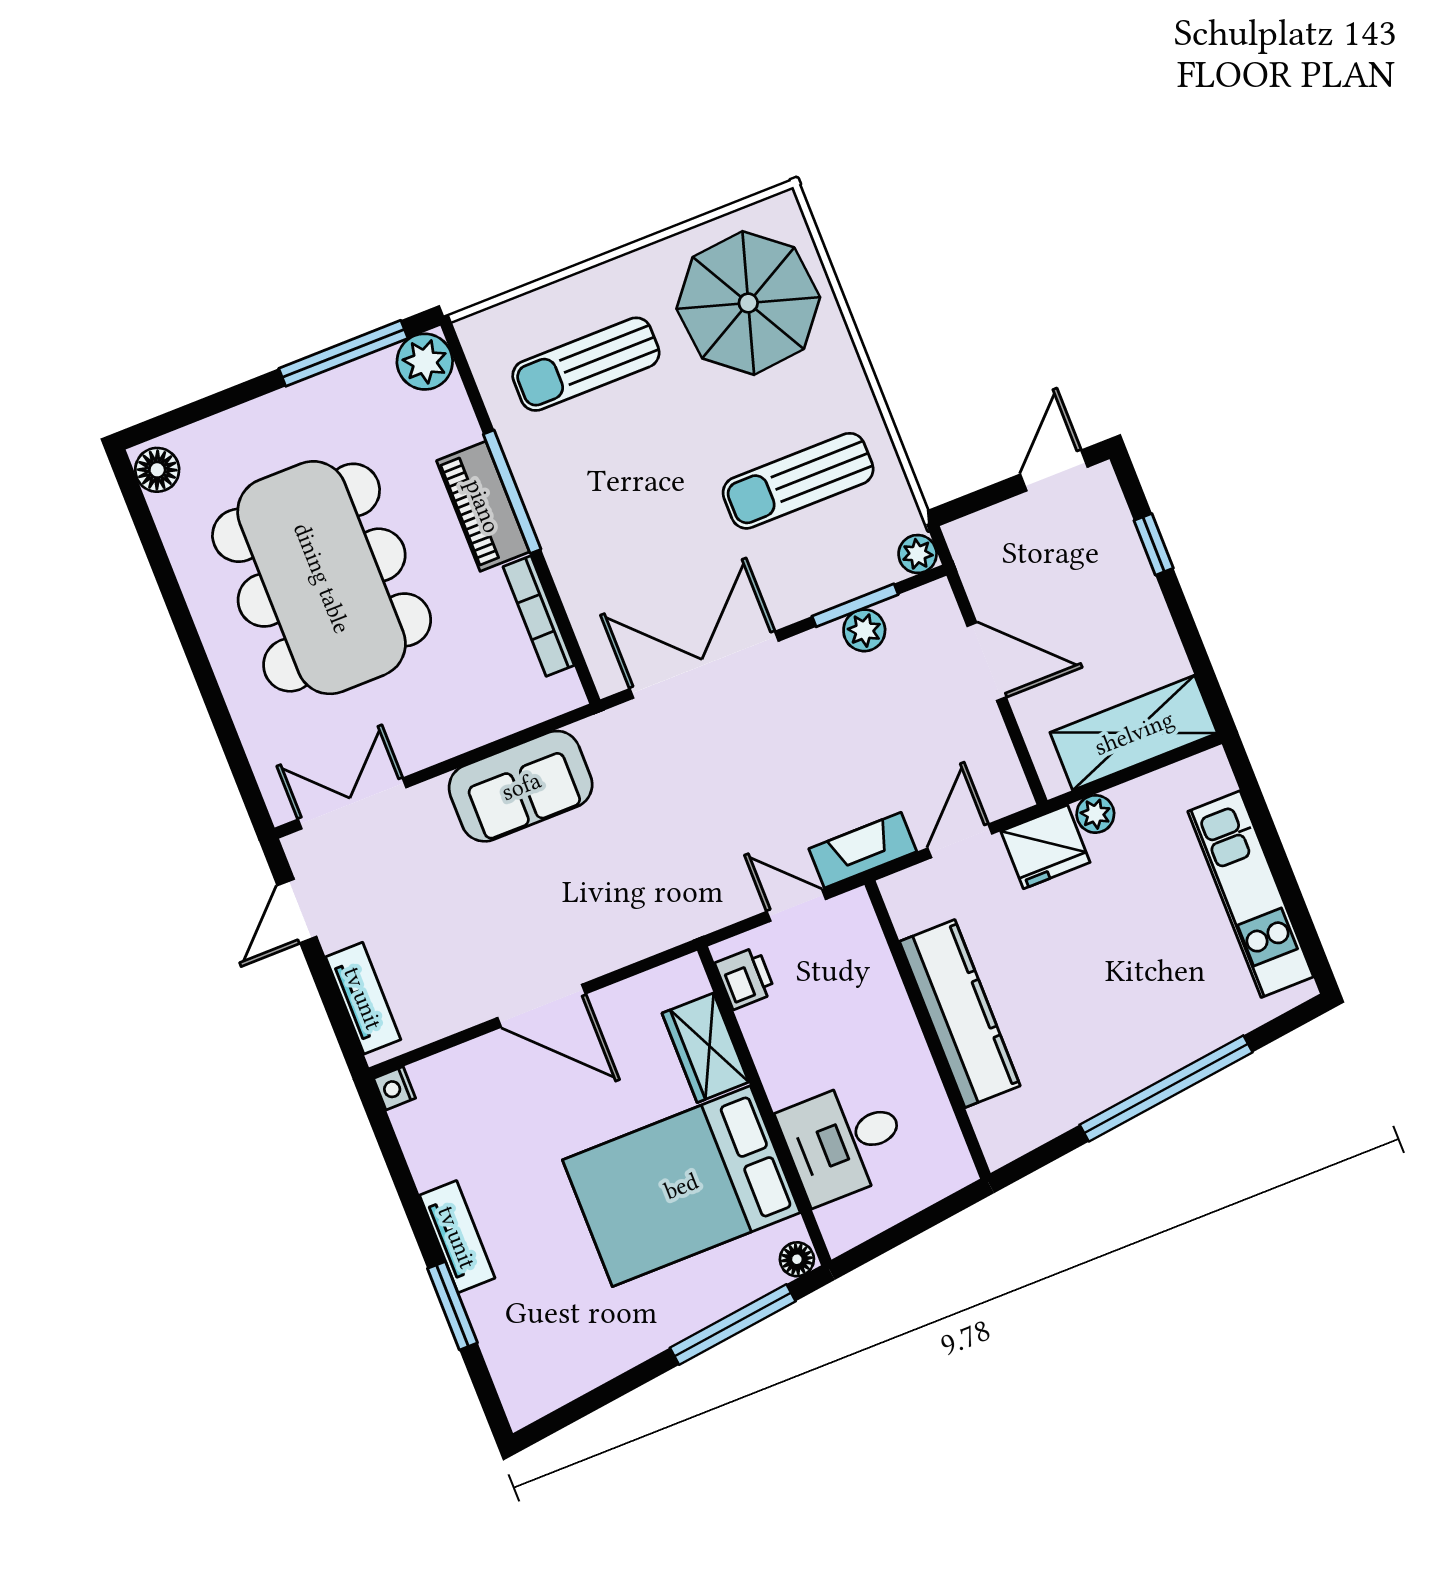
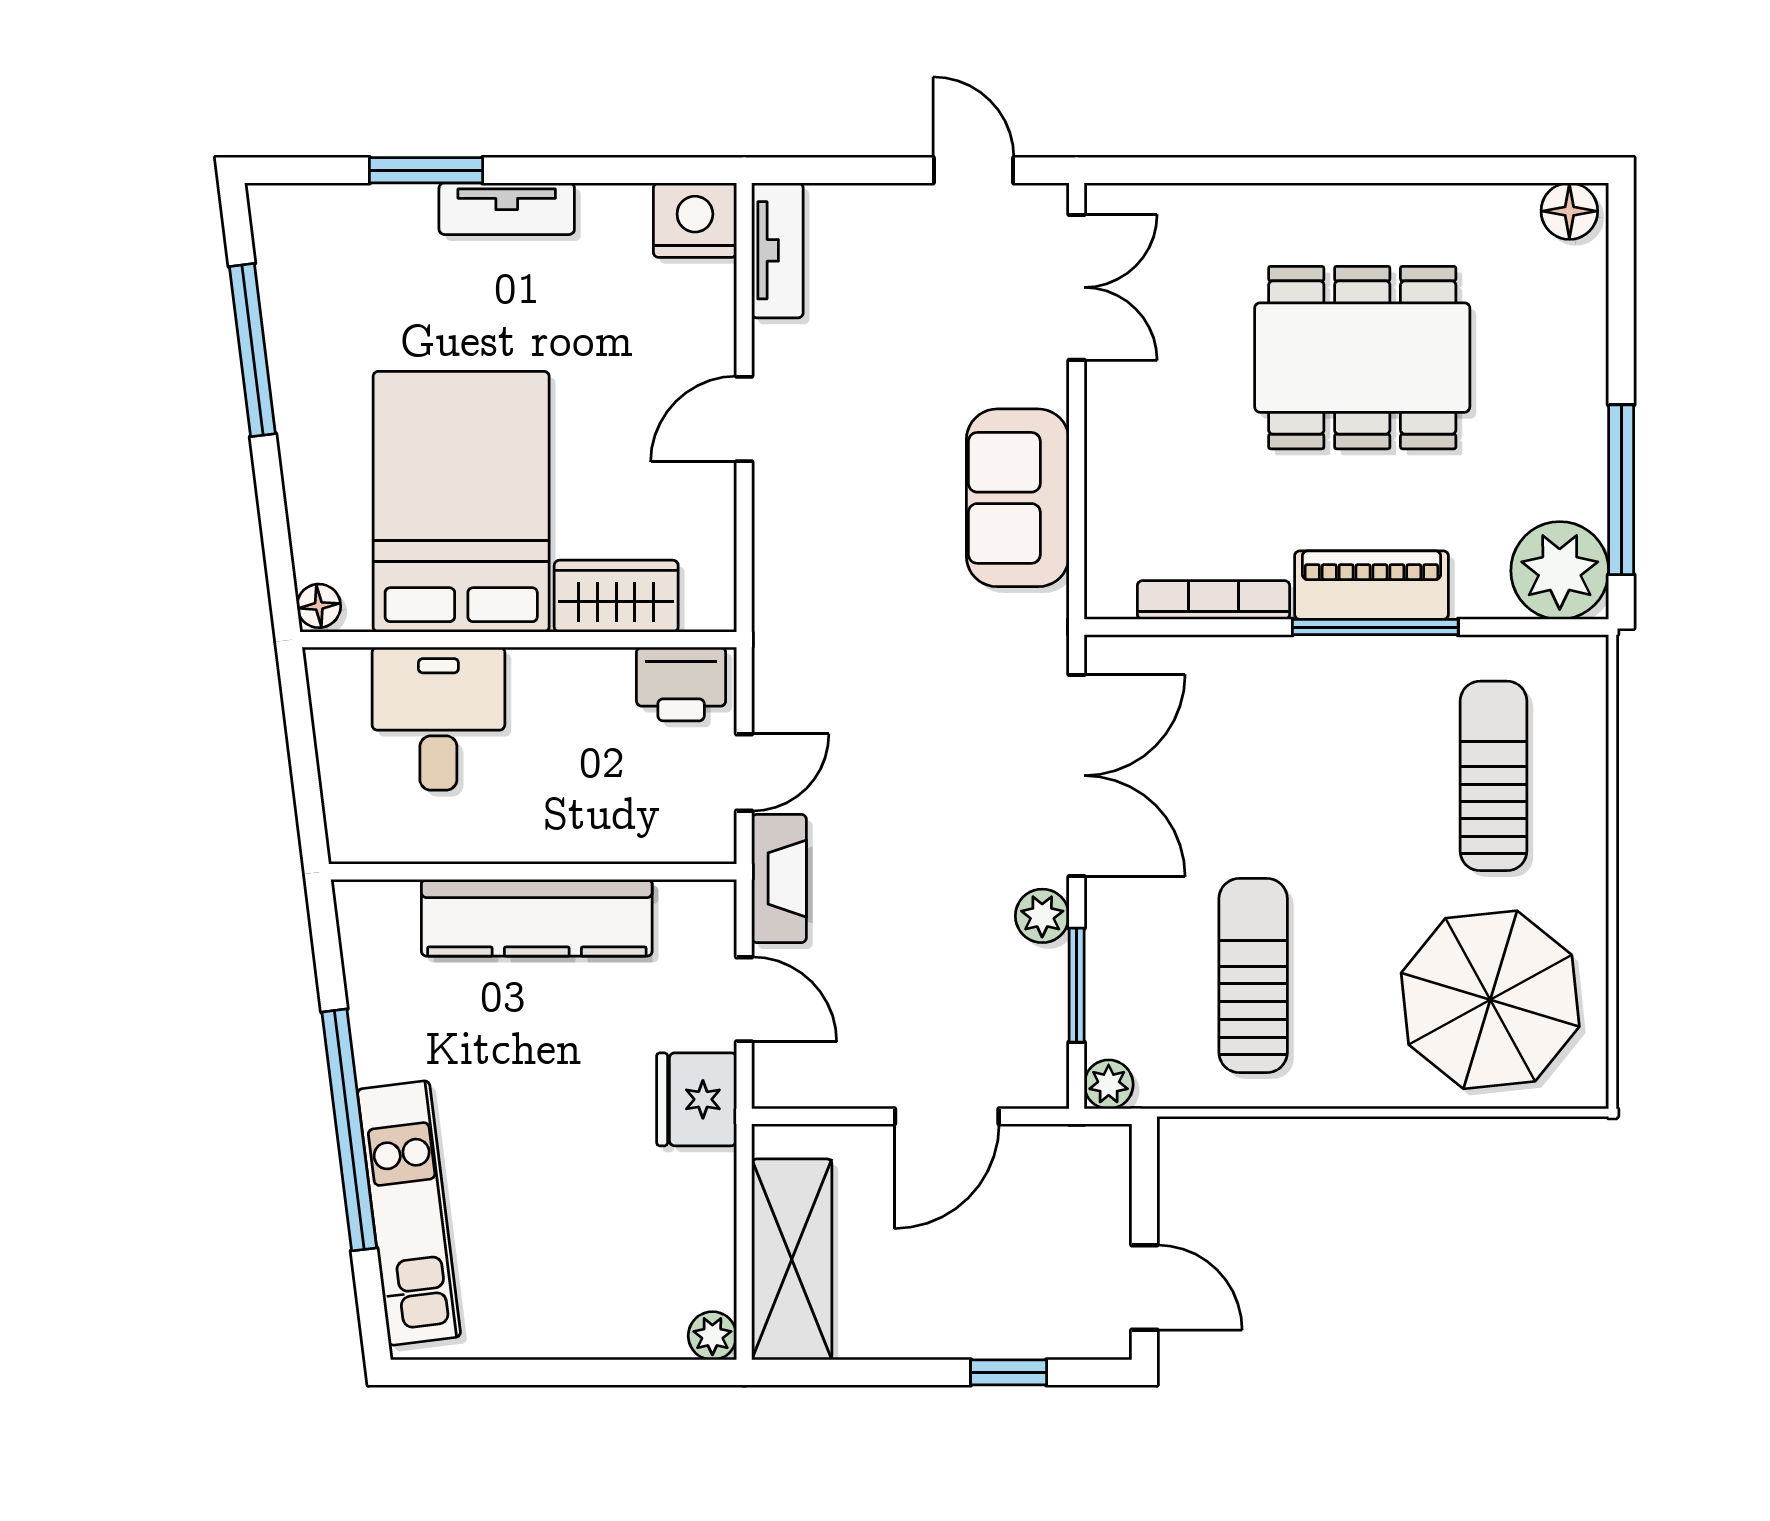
plant: (425, 362) -> (1560, 571), width x1.36, depth x1.36
dining table: (322, 578) -> (1362, 358), width x0.73, depth x0.80
plant: (864, 630) -> (1042, 916), moved
plant: (1095, 814) -> (712, 1336), moved
kitchen unit: (1251, 894) -> (409, 1213), moved, turned 83
printer: (745, 978) -> (681, 684), width x1.36, depth x1.24
tv unit: (363, 998) -> (777, 250), moved, turned -90
door: (541, 1006) -> (744, 419), width x0.73
nightstand: (395, 1088) -> (695, 220), width x1.89, depth x1.79
window: (733, 1325) -> (252, 350), moved

